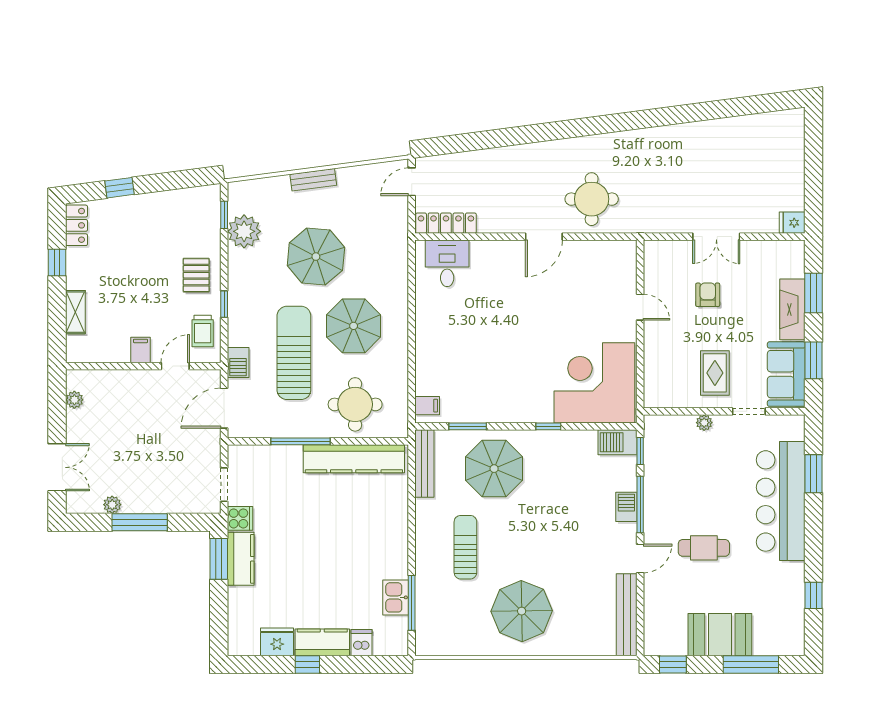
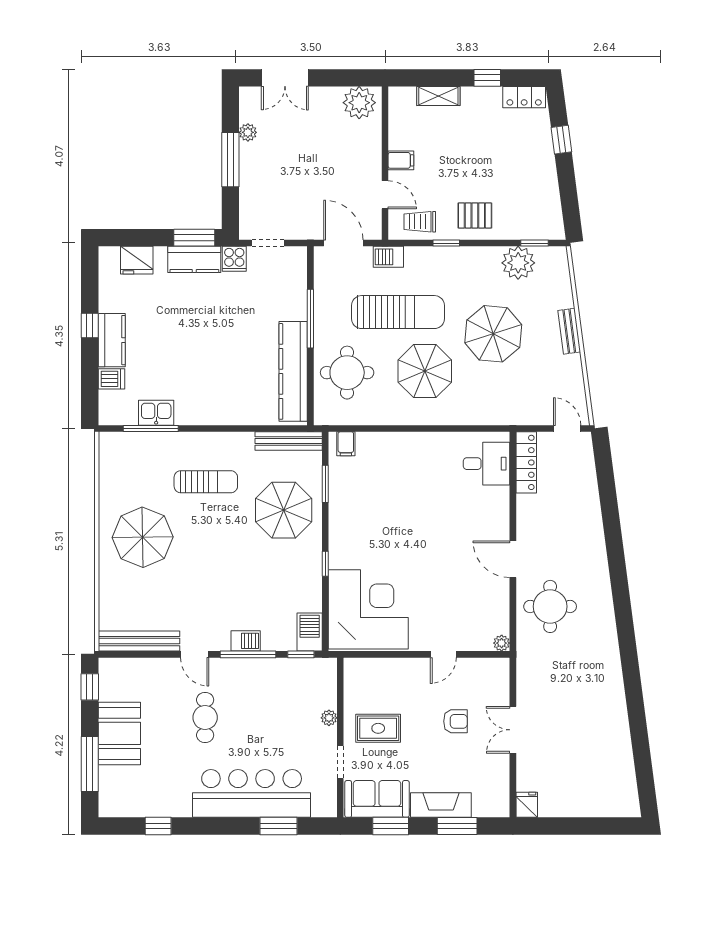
plant: (629, 248) -> (502, 643), added
plant: (74, 400) -> (359, 103), width x1.88, depth x1.88
fridge: (277, 642) -> (137, 260), moved, turned 90

